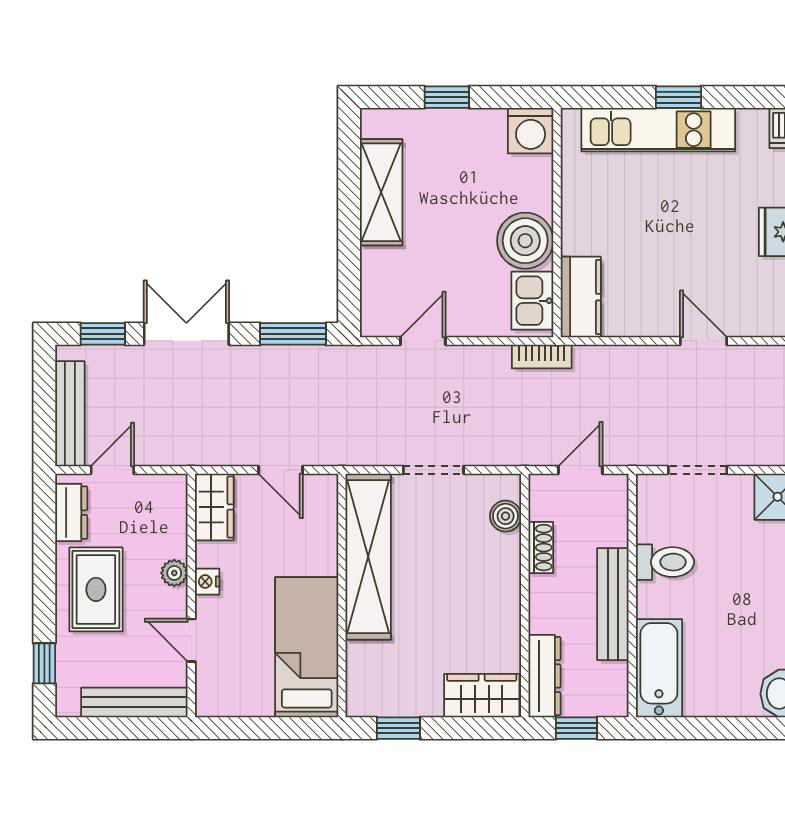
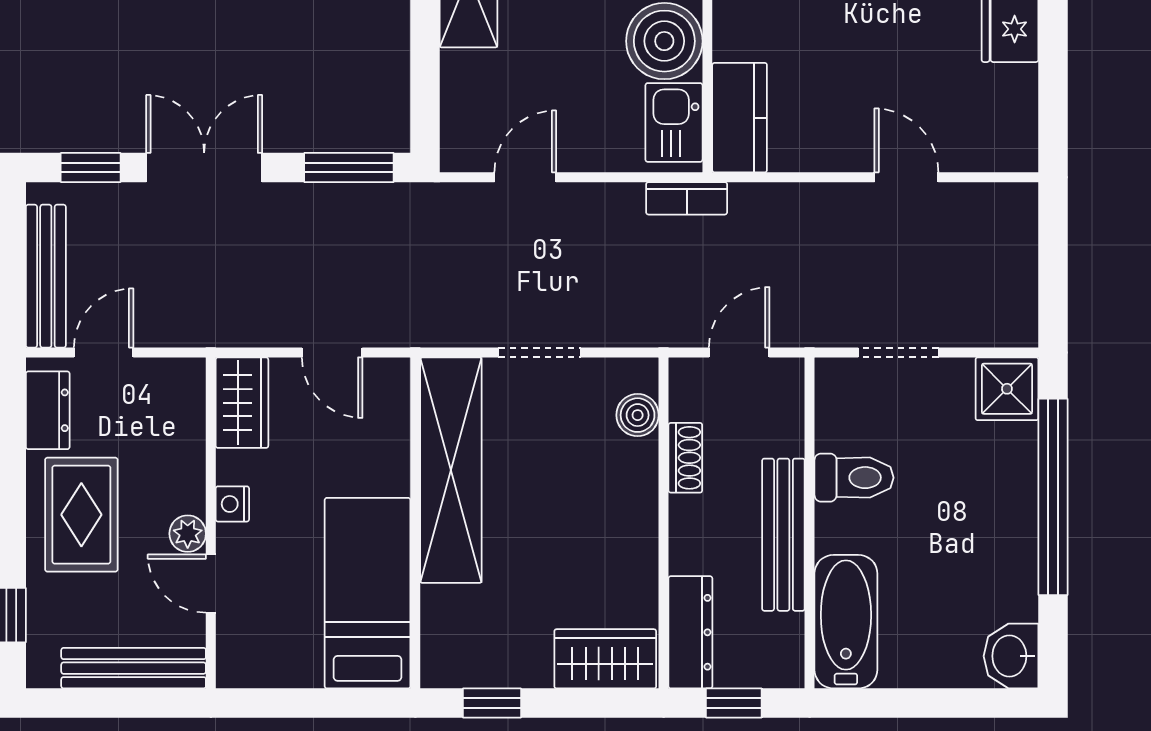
plant: (174, 573) -> (188, 534), moved

